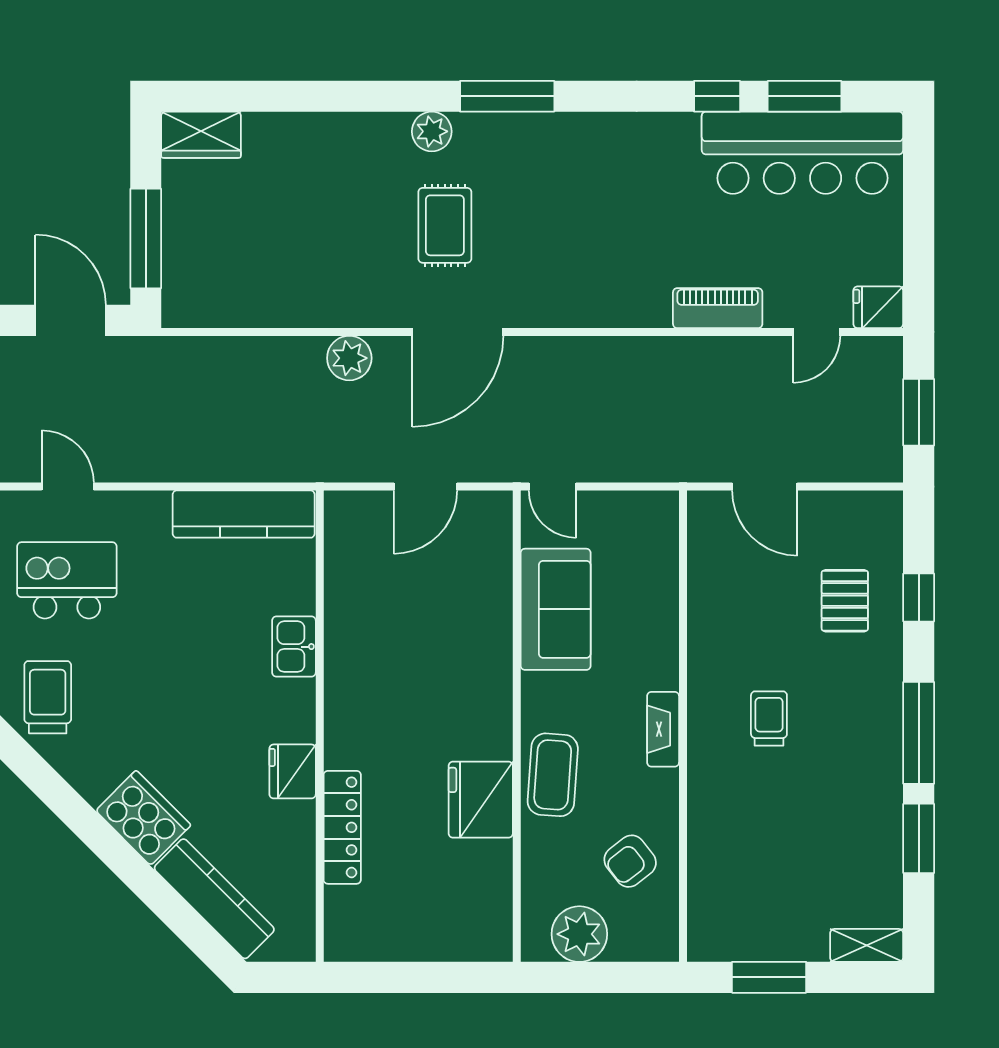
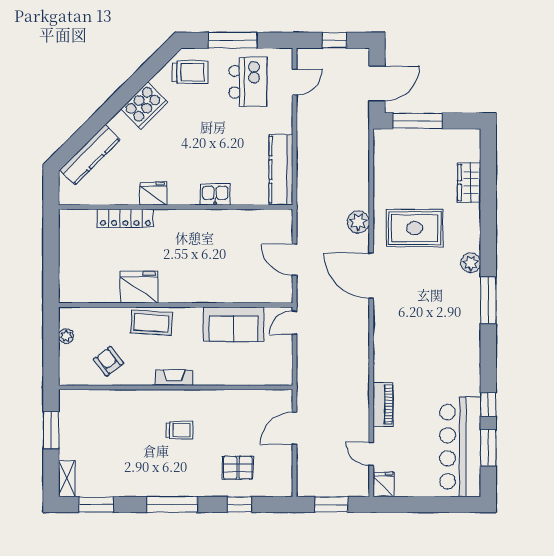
wardrobe: (201, 135) -> (469, 183), moved
rug: (445, 225) -> (415, 228), moved, width x1.36, depth x1.43
cooker: (143, 818) -> (144, 106), moved
window: (919, 838) -> (96, 504), moved
plant: (579, 934) -> (66, 336), width x0.53, depth x0.53

